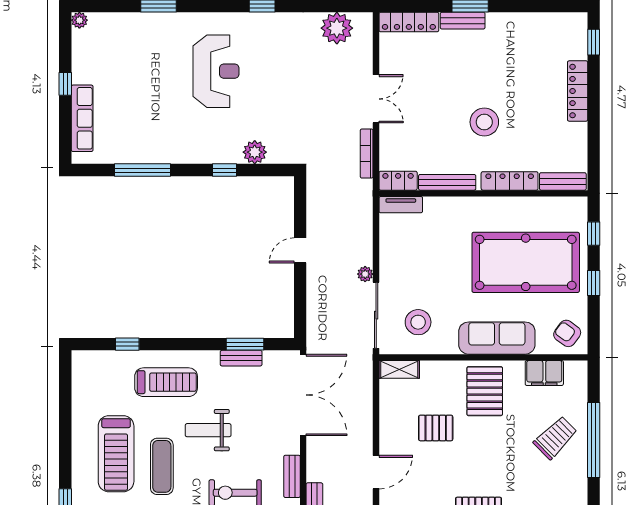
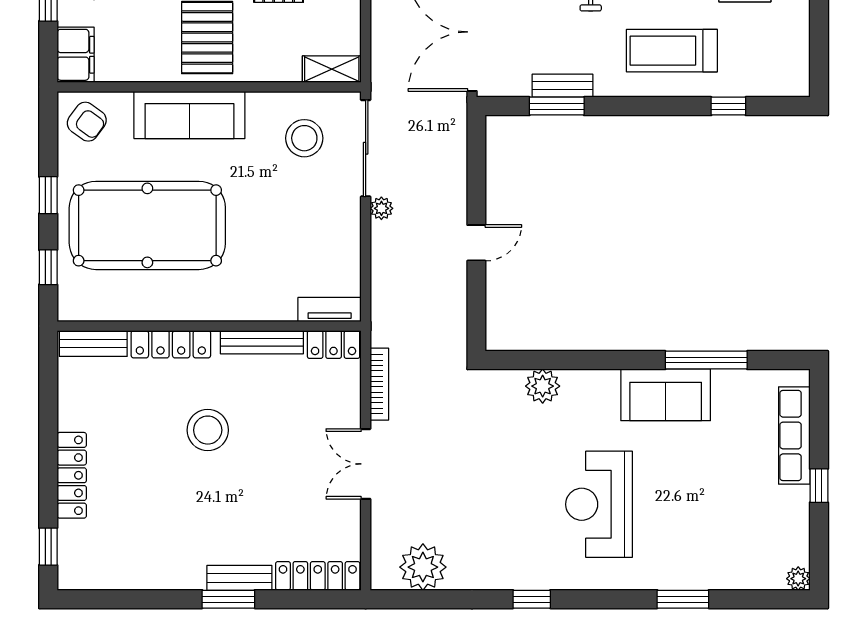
sofa: (170, 146) -> (666, 395), added
window: (225, 170) -> (587, 360), removed
filing cabinet: (544, 373) -> (76, 55), moved, turned 90

